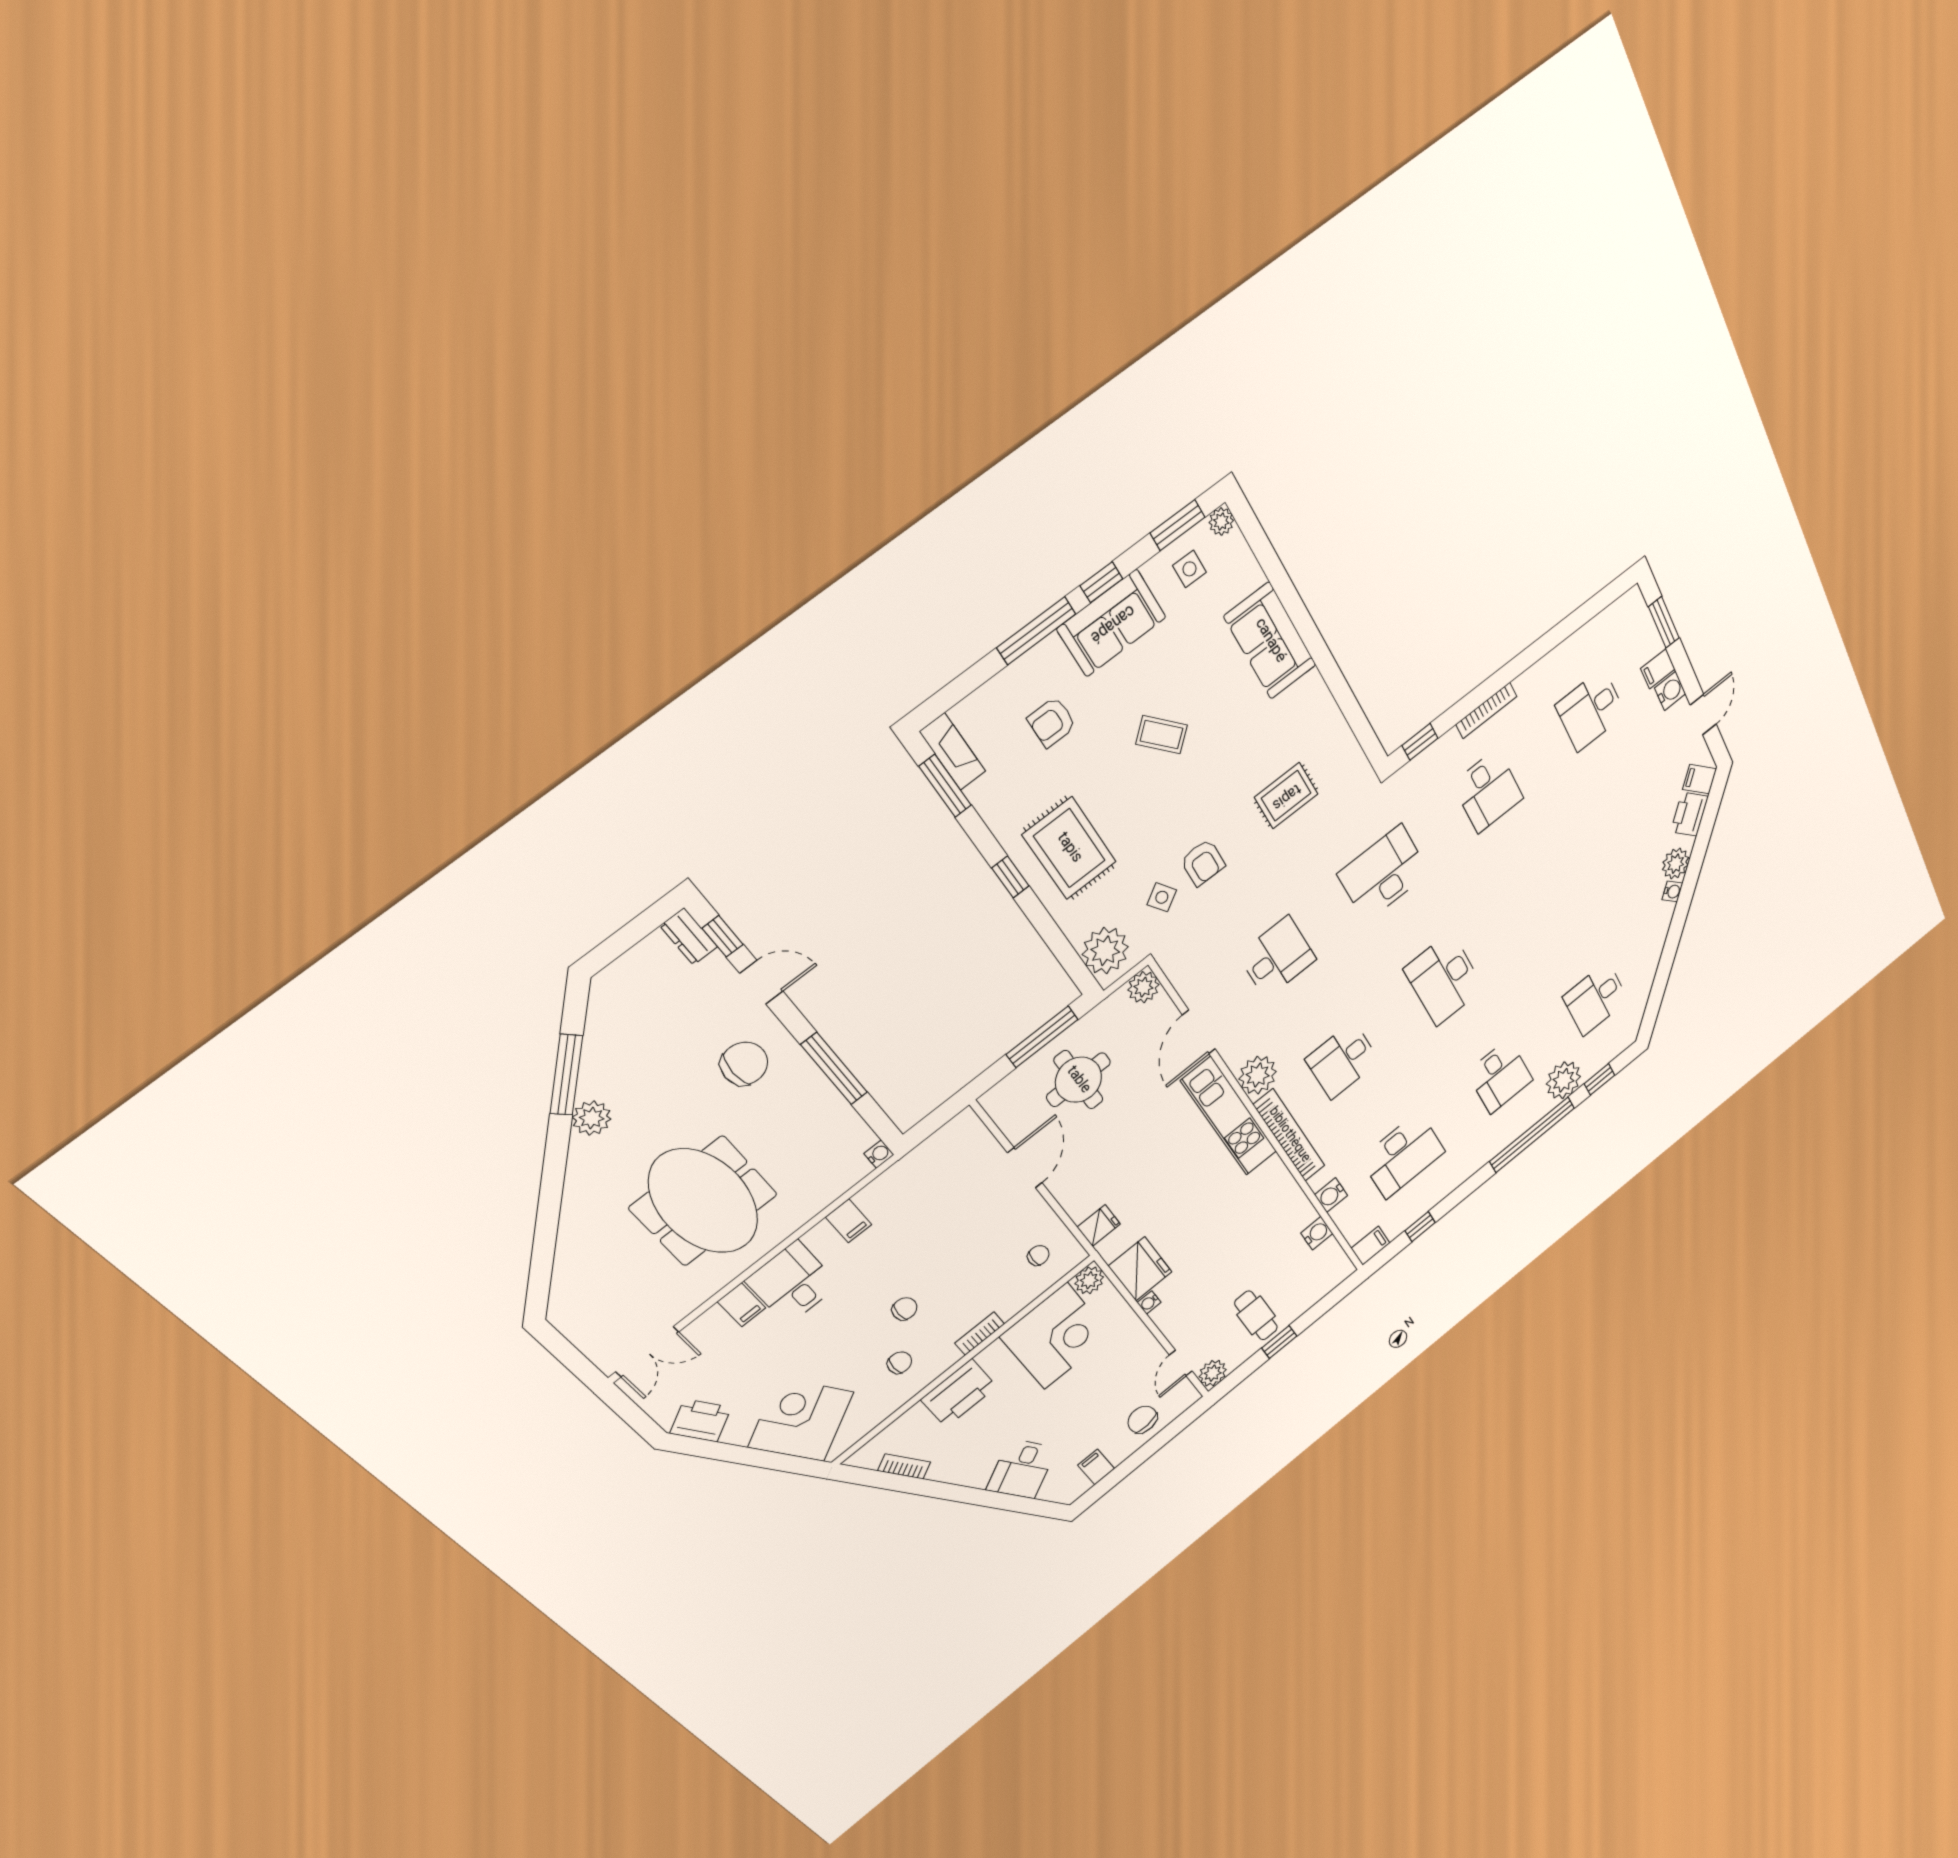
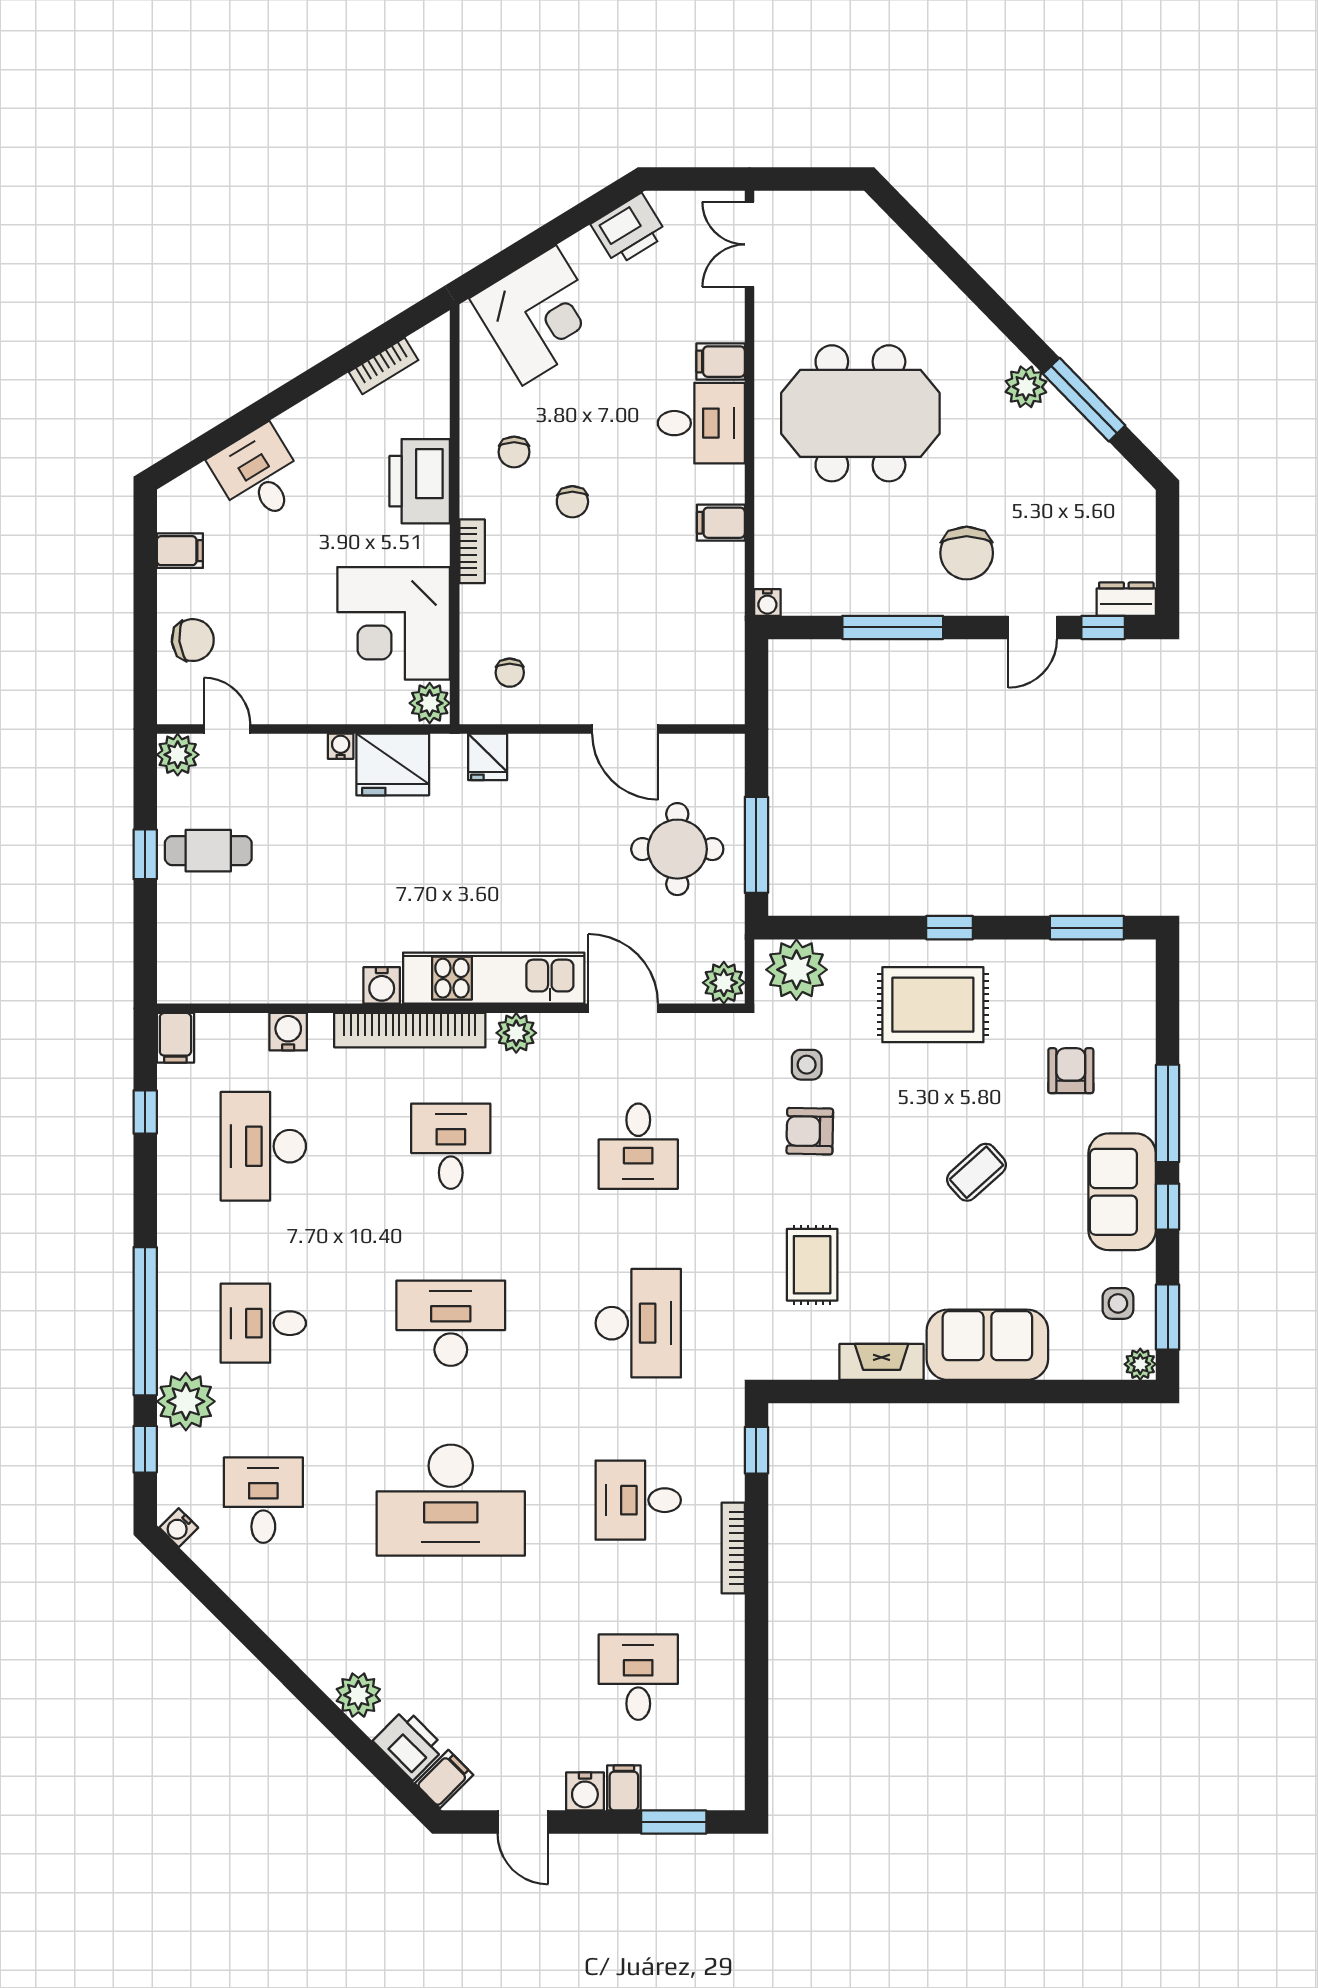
fireplace: (953, 752) -> (882, 1362), moved, turned 180
water cooler: (1672, 891) -> (179, 1528), moved
side table: (1162, 897) -> (807, 1065), turned 33
desk: (1544, 899) -> (451, 1500), added
plant: (1258, 1075) -> (516, 1033), width x0.73, depth x0.73
water cooler: (1317, 1233) -> (382, 985), moved

